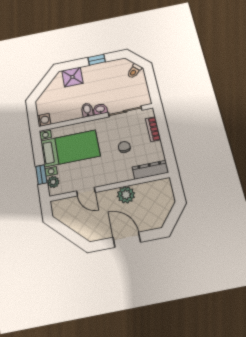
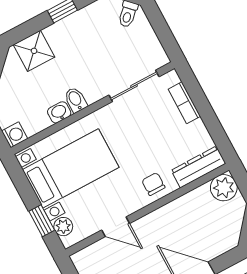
washbasin: (100, 109) -> (59, 112), moved
chair: (124, 147) -> (153, 184), moved
plant: (126, 195) -> (224, 188), moved

